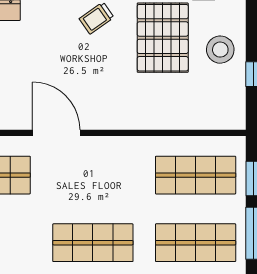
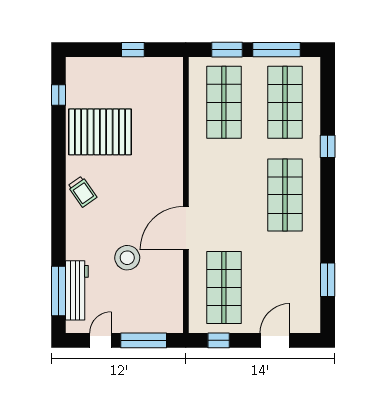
stool: (220, 50) -> (127, 258), moved

